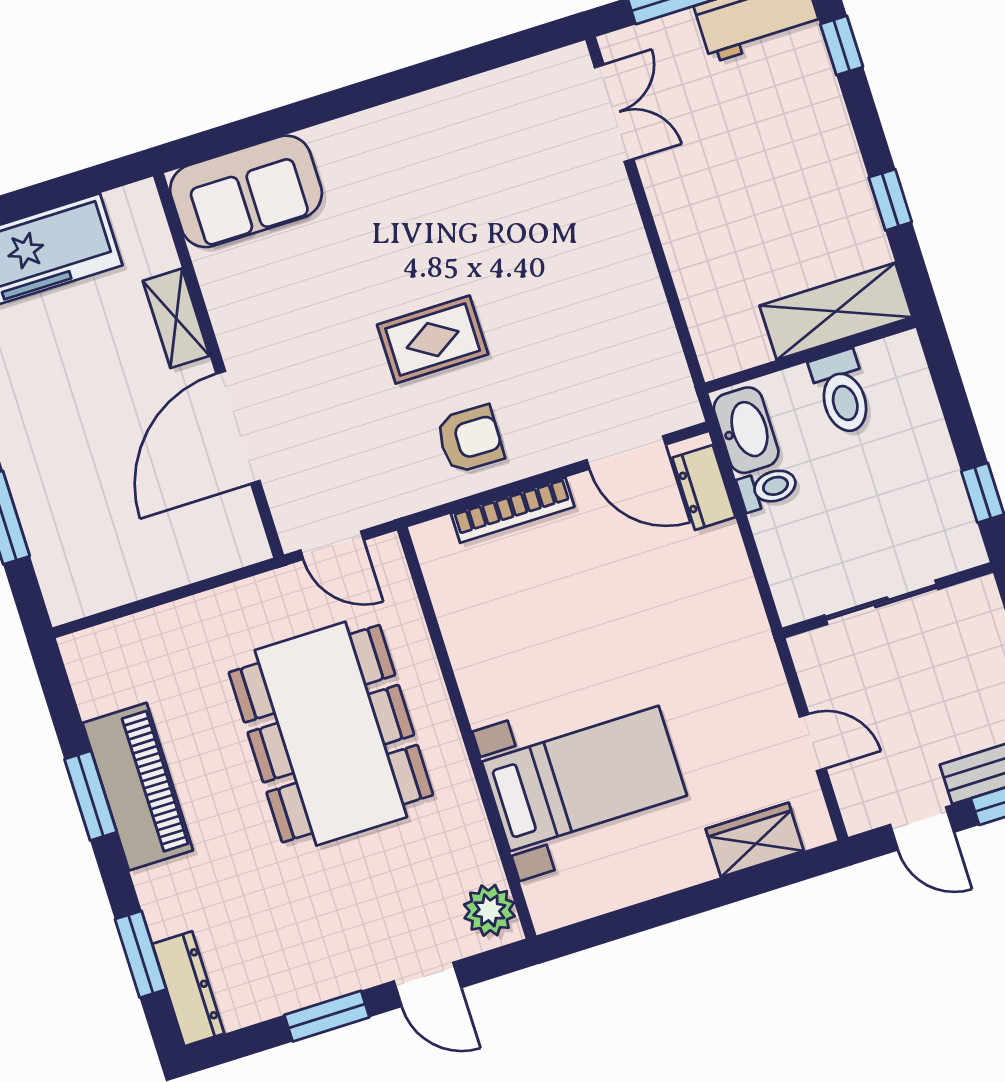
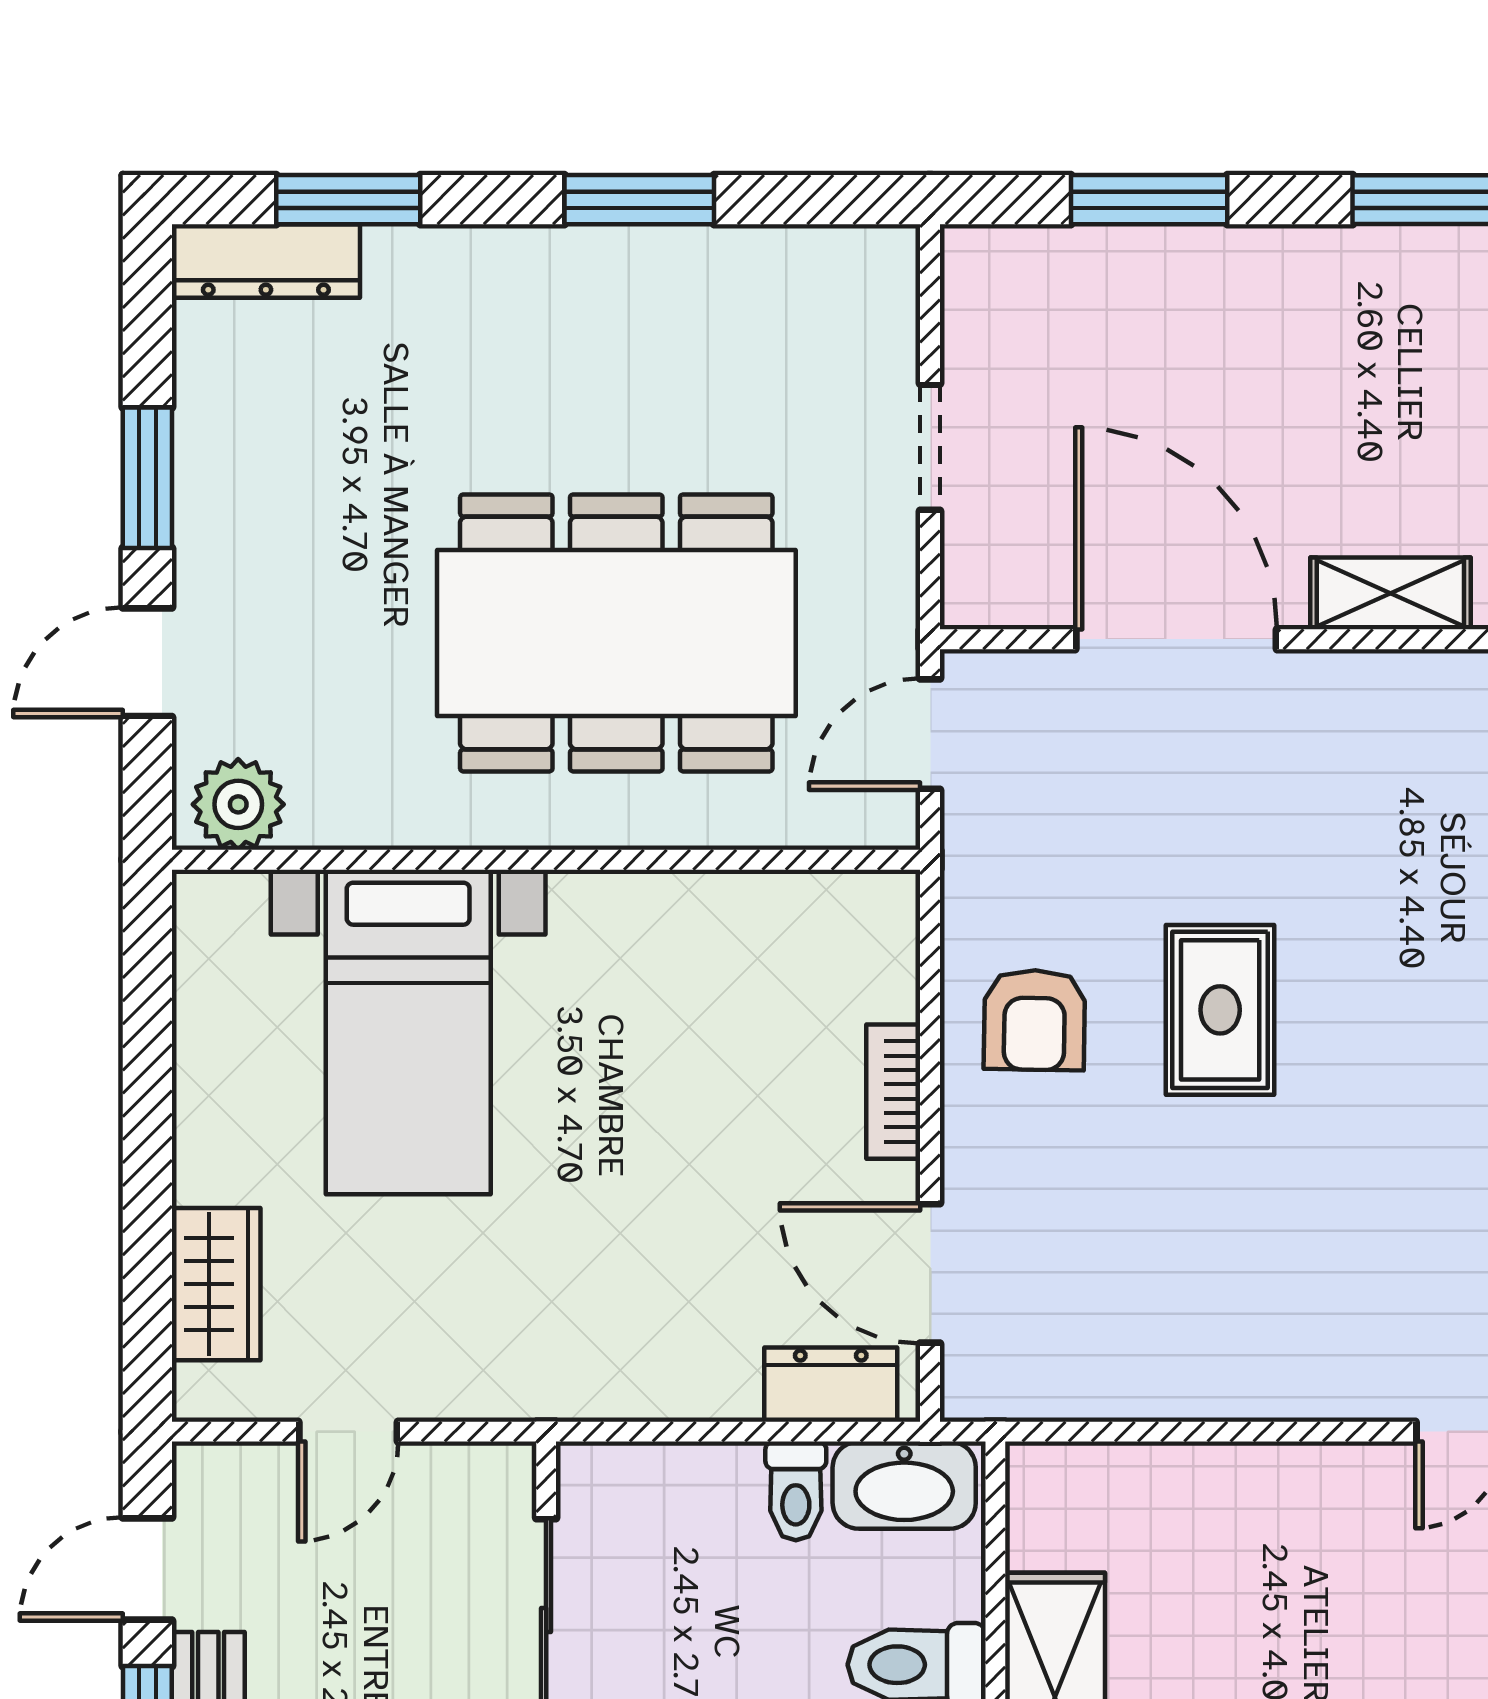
door: (626, 452) -> (930, 1273), hinge flipped
bookcase: (513, 510) -> (893, 1092), width x0.64
doorway: (176, 595) -> (930, 447), added
piano: (138, 787) -> (630, 283), removed

